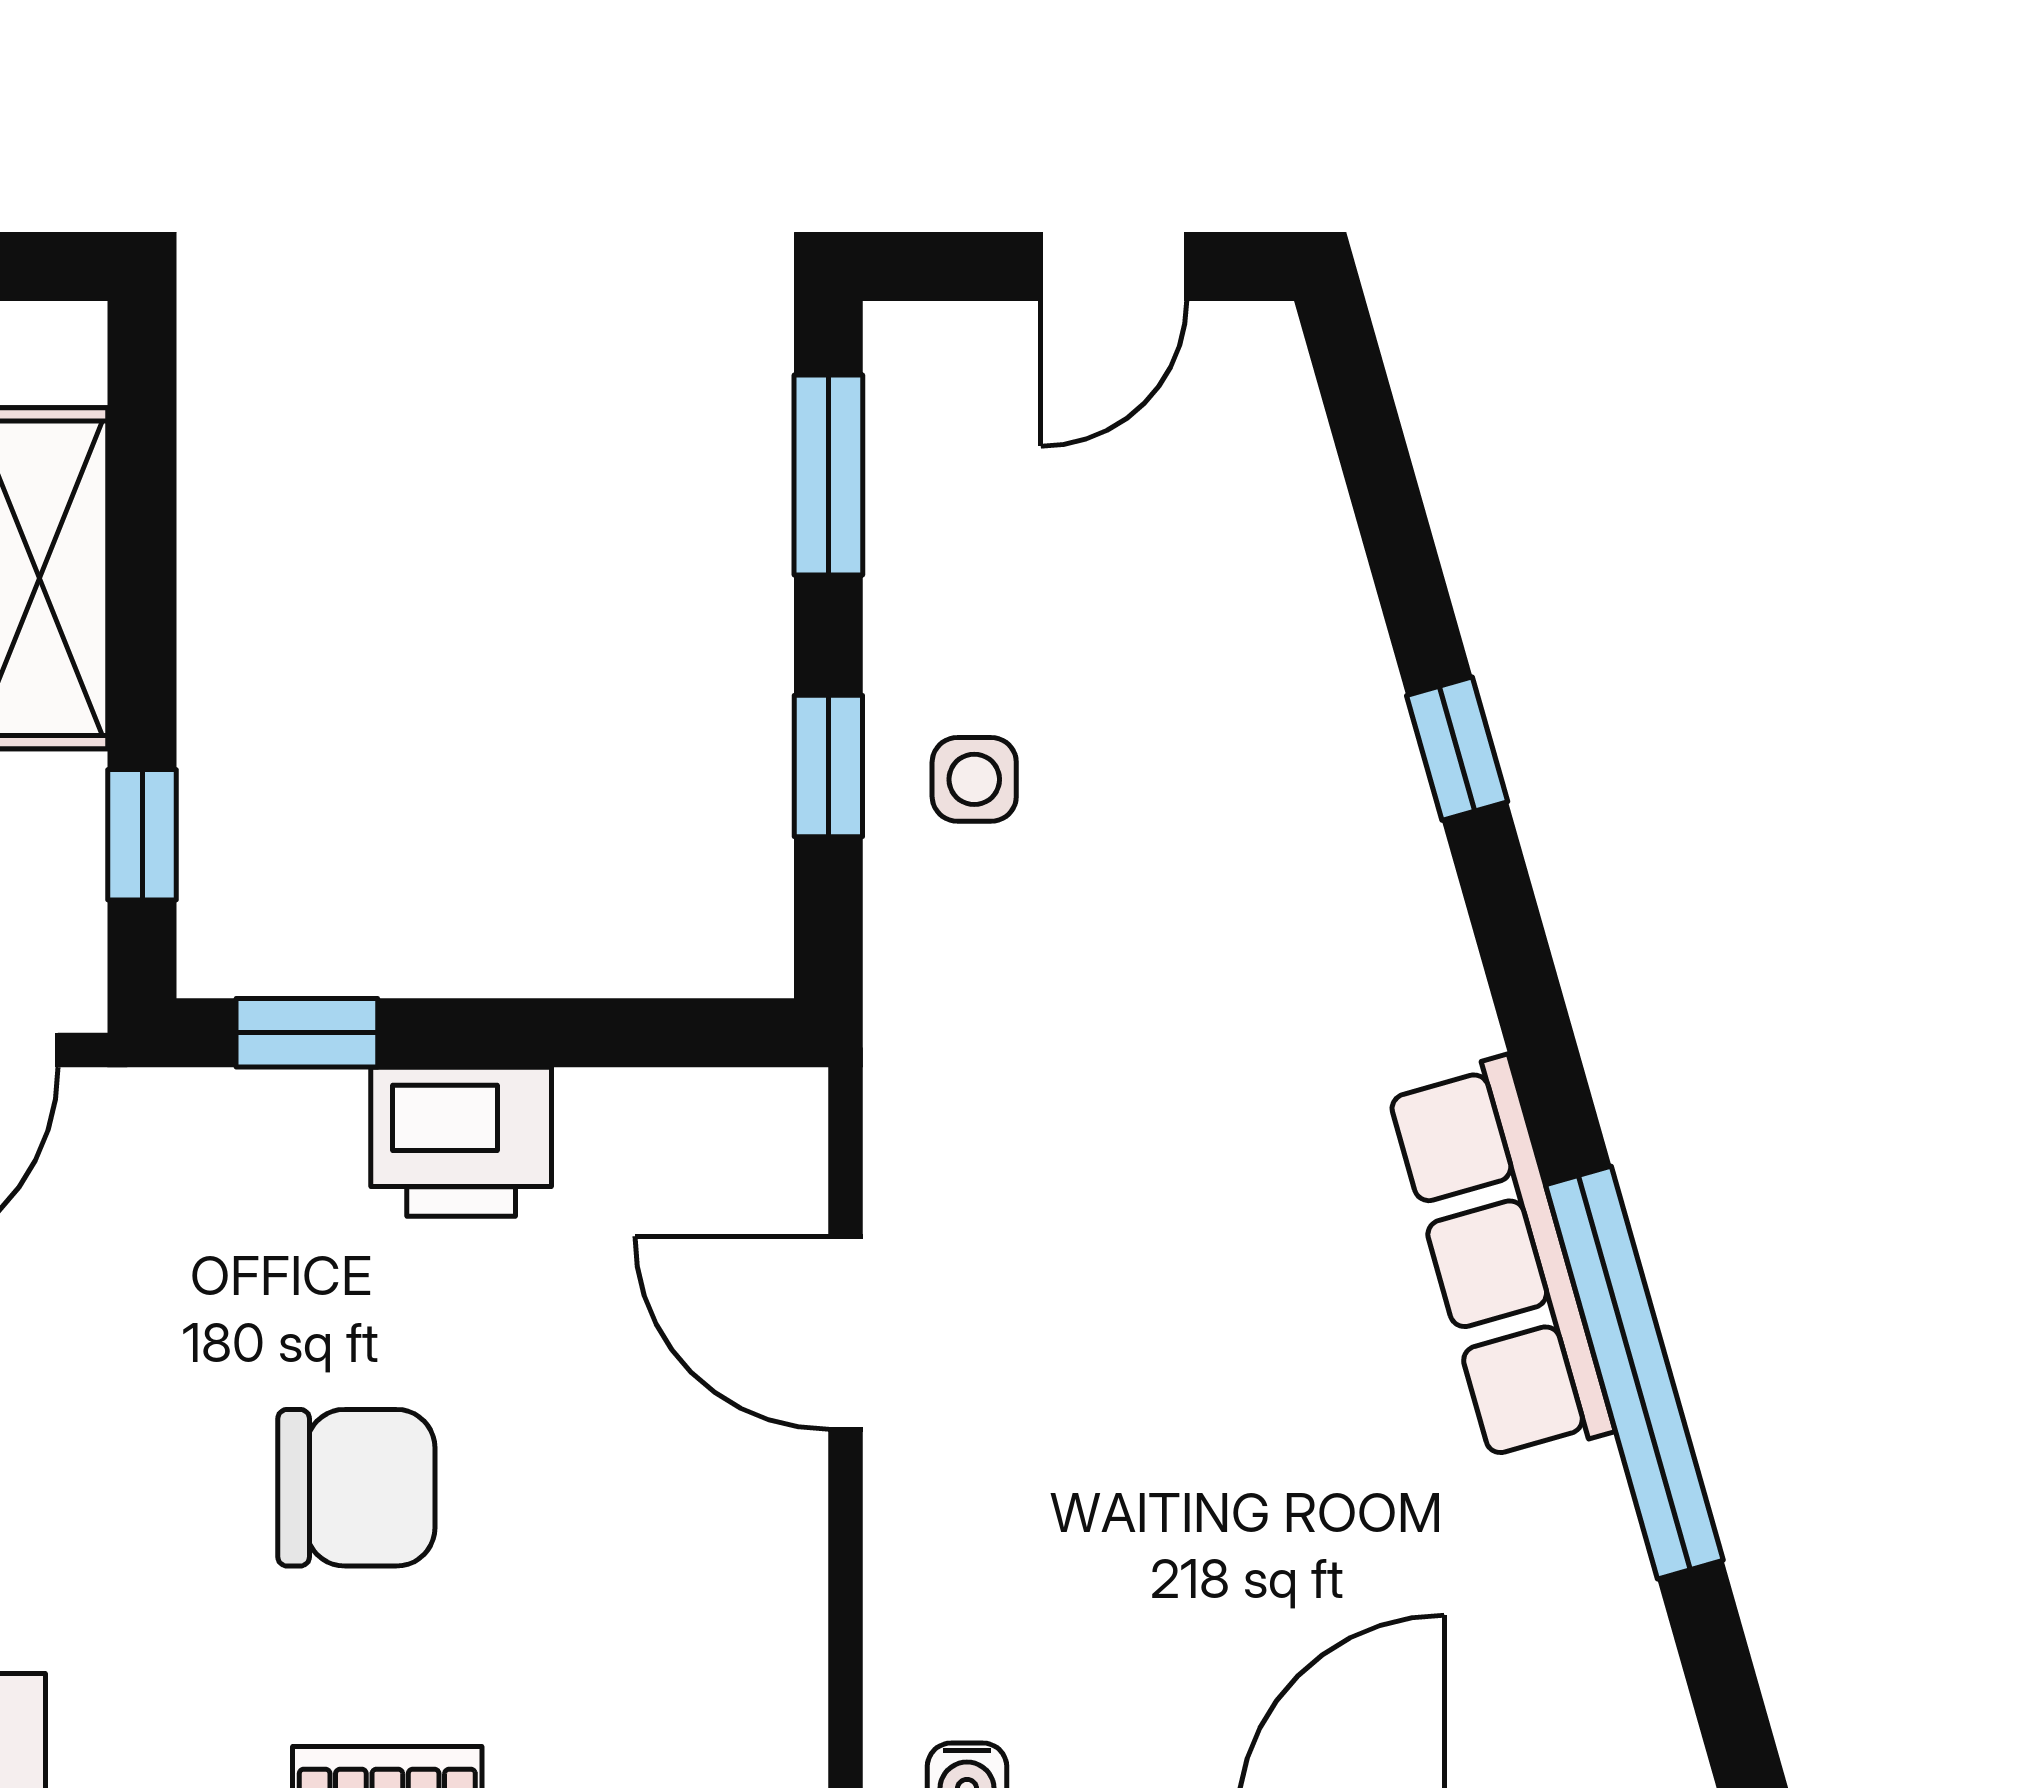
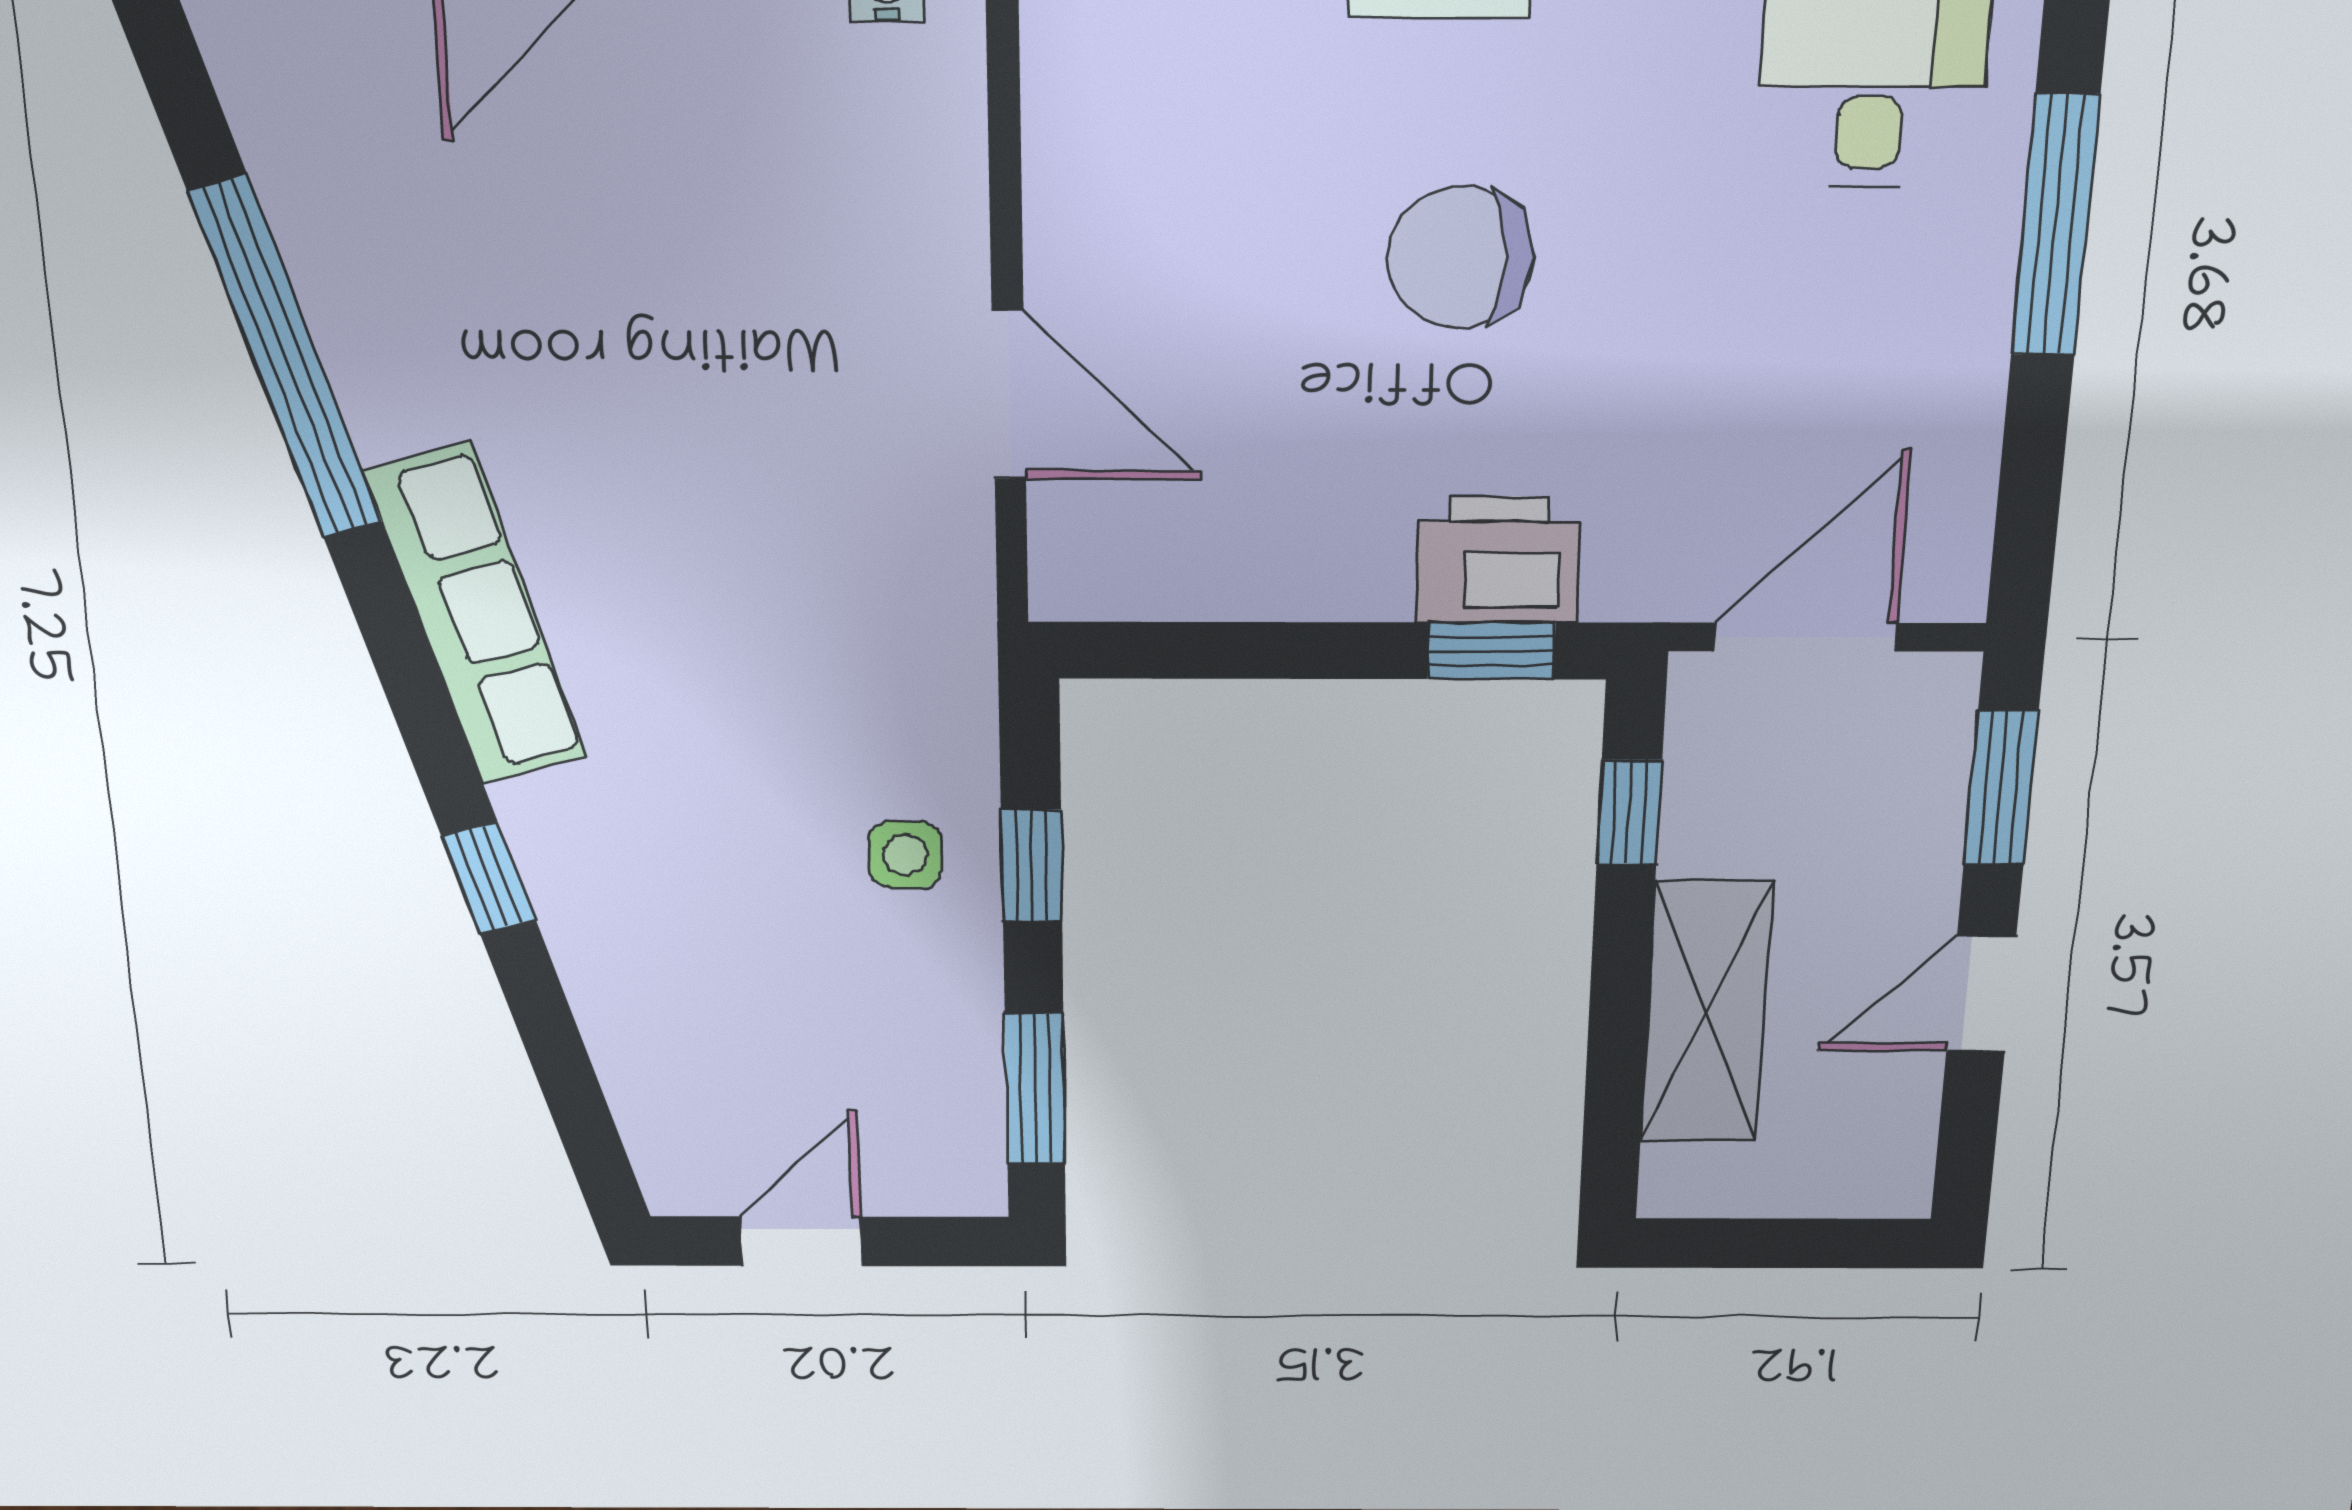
printer: (461, 1142) -> (1498, 560), moved
row of seats: (1501, 1260) -> (476, 615), moved

